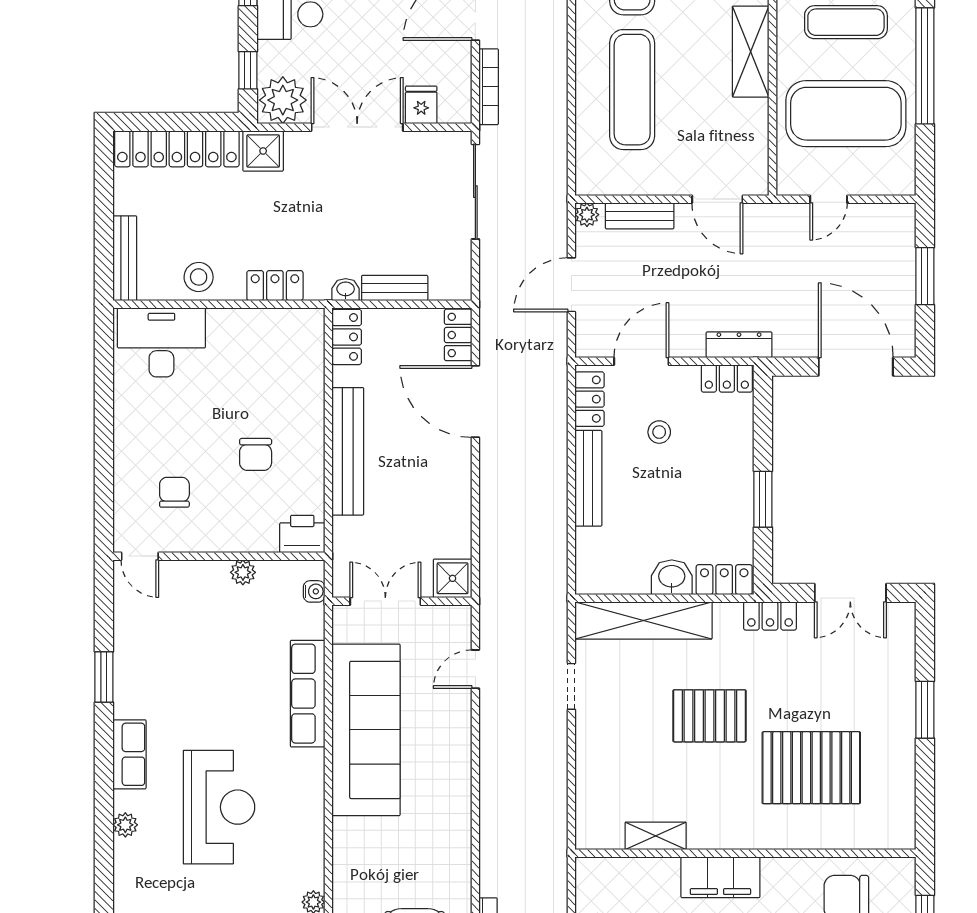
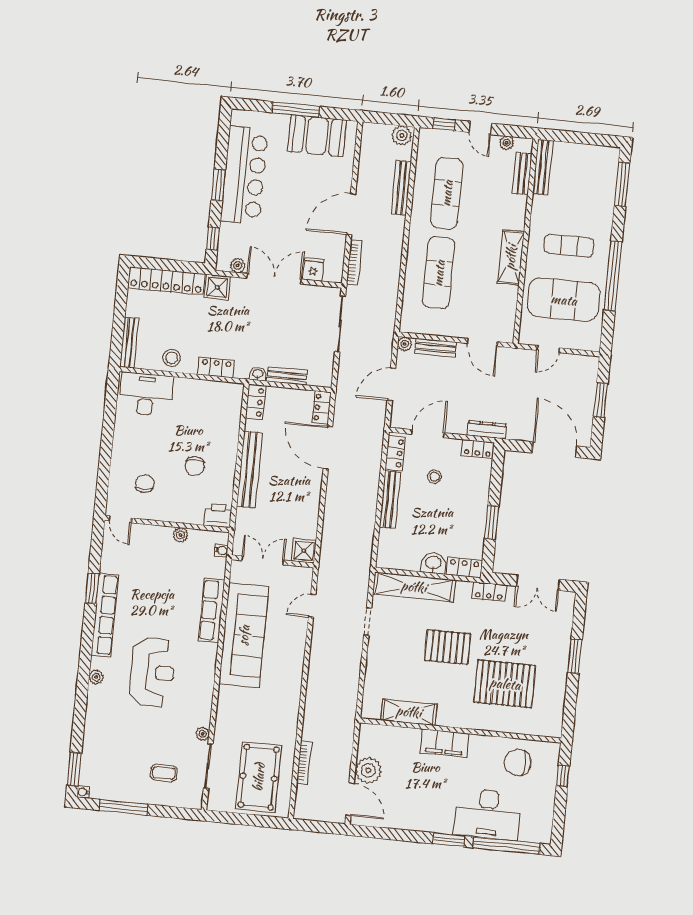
plant: (283, 100) -> (238, 265), width x0.53, depth x0.53
row of seats: (130, 754) -> (105, 615), width x2.02
shelving: (656, 836) -> (409, 712), width x1.50, depth x1.33

